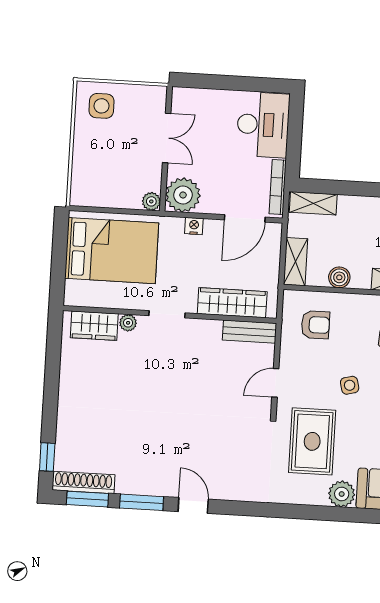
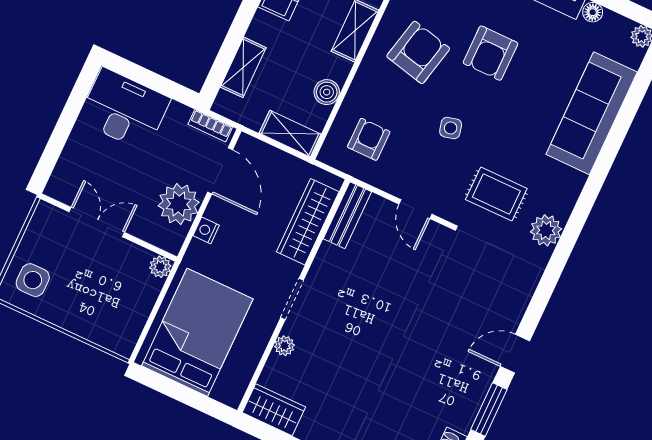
bookcase: (278, 187) -> (210, 126), width x0.64
plant: (183, 195) -> (179, 204), moved
shelving: (313, 203) -> (243, 67), moved
wardrobe: (94, 326) -> (274, 410), moved, turned -90
rug: (312, 441) -> (496, 194), width x0.73, depth x0.70
plant: (342, 494) -> (546, 230), moved

